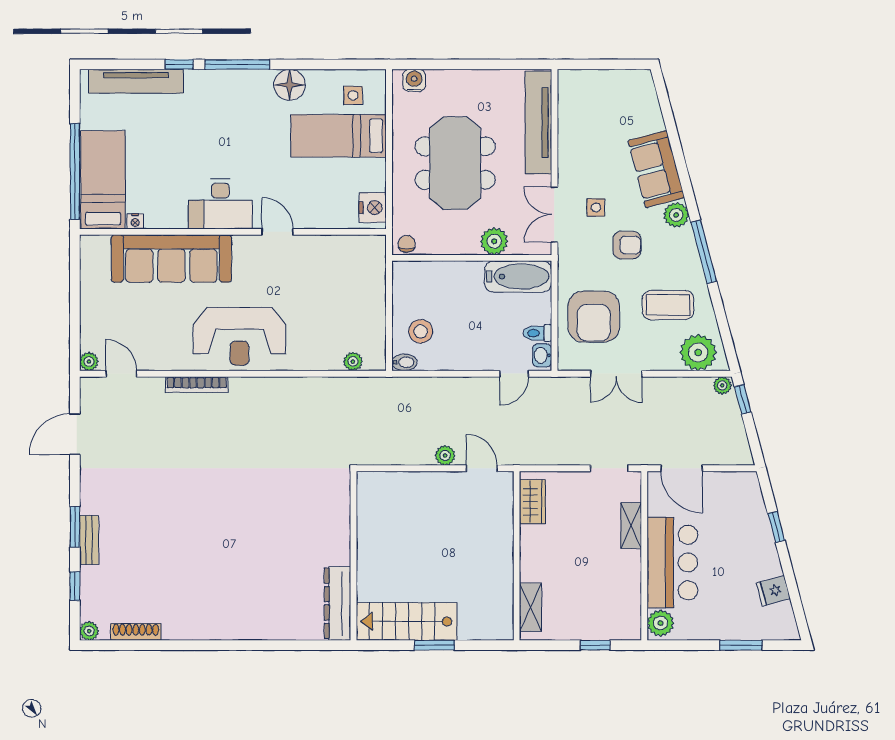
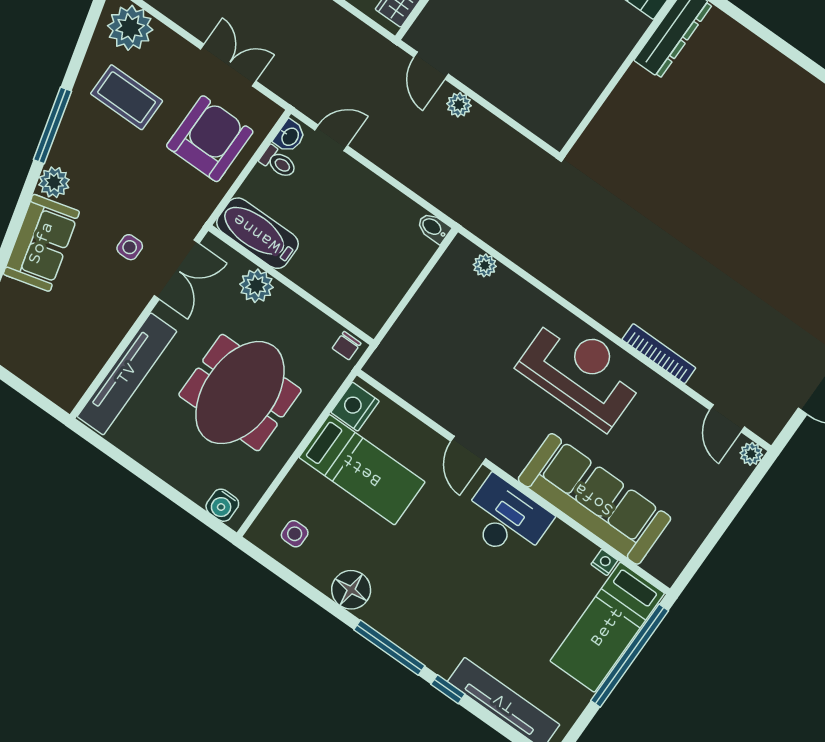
bed: (338, 136) -> (362, 470), moved
armchair: (627, 245) -> (125, 187), removed
stool: (421, 331) -> (395, 247), removed

